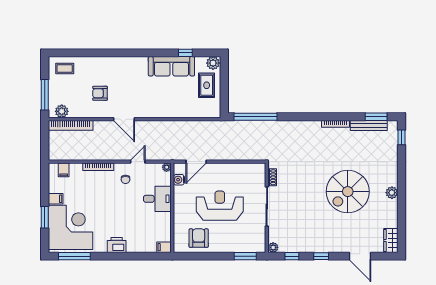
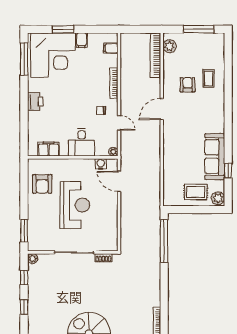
coffee table: (65, 69) -> (208, 78), moved
window: (45, 95) -> (199, 29), moved
armchair: (199, 238) -> (42, 184), turned 90
filing cabinet: (164, 247) -> (49, 149), moved, width x2.00

